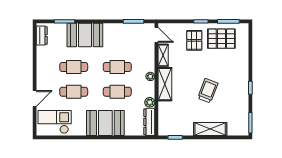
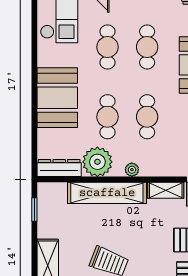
shelving: (165, 84) -> (107, 193), width x1.47
plant: (150, 102) -> (97, 162), width x1.87, depth x1.87

